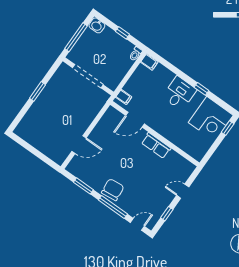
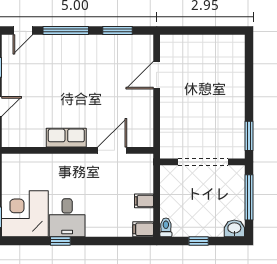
window: (38, 91) -> (249, 136), moved
desk: (179, 93) -> (67, 218), moved
filing cabinet: (124, 97) -> (144, 201), moved
chair: (113, 190) -> (80, 51), removed

